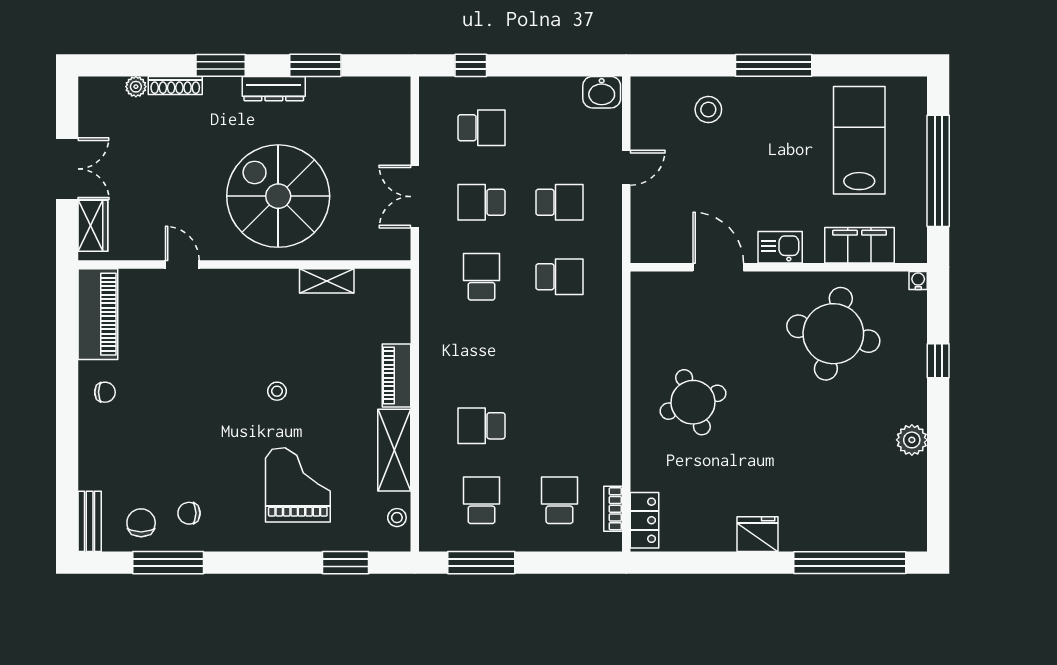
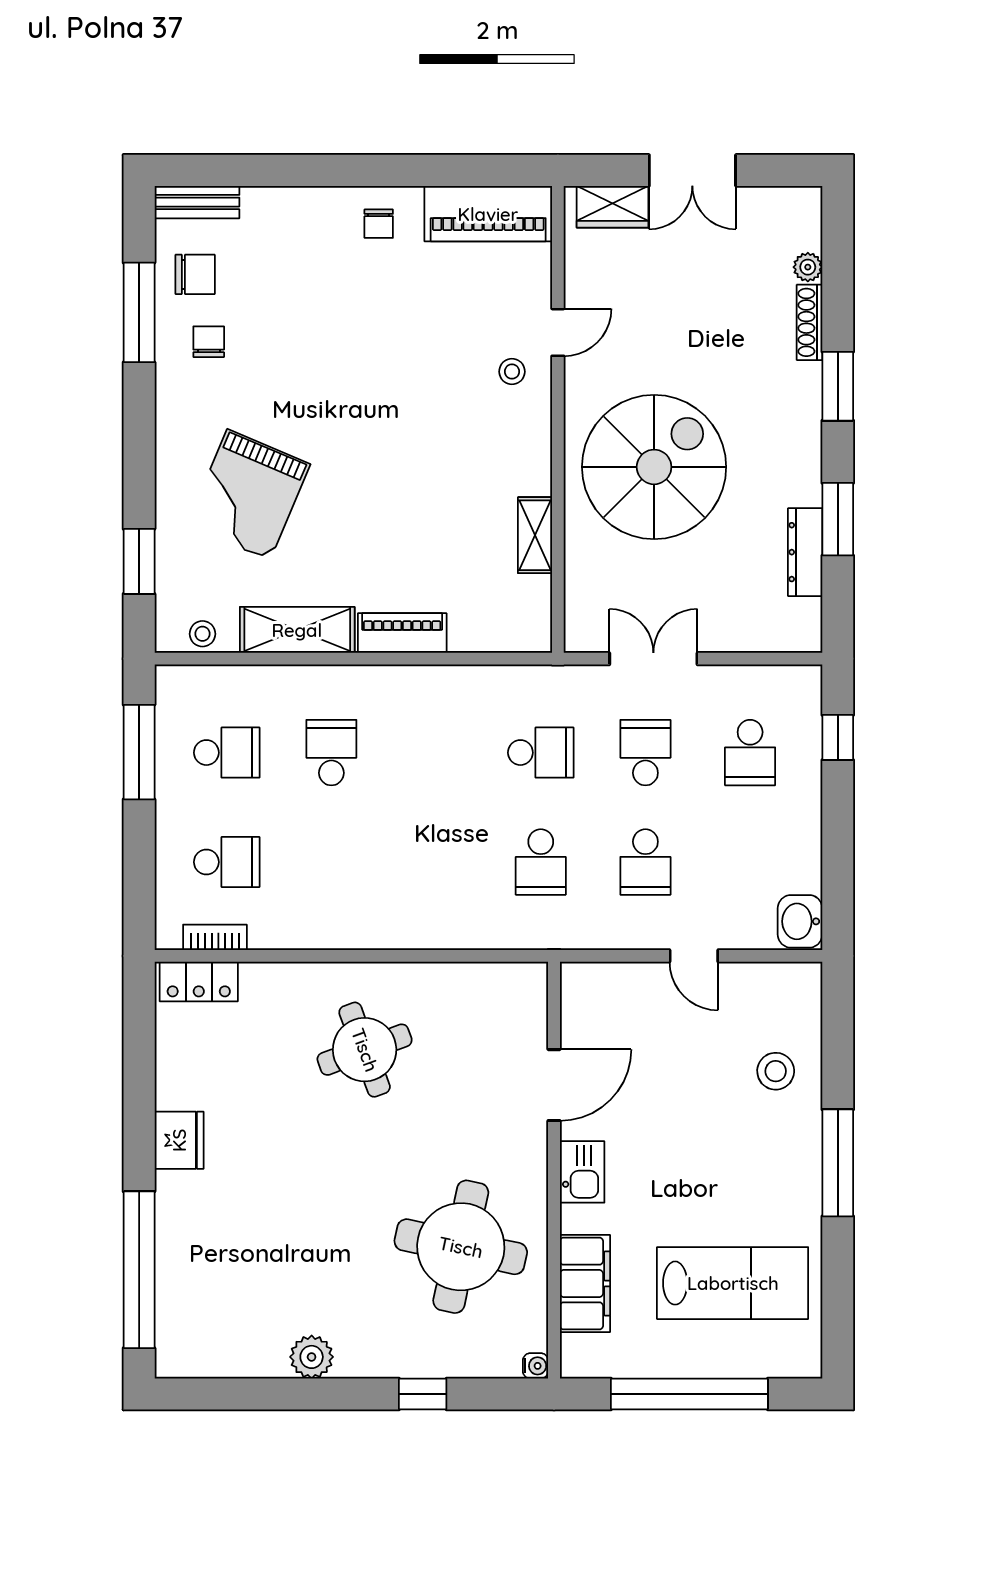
dresser: (274, 89) -> (805, 552), moved
stool: (277, 391) -> (512, 372), moved
grand piano: (298, 485) -> (248, 495), turned 113

